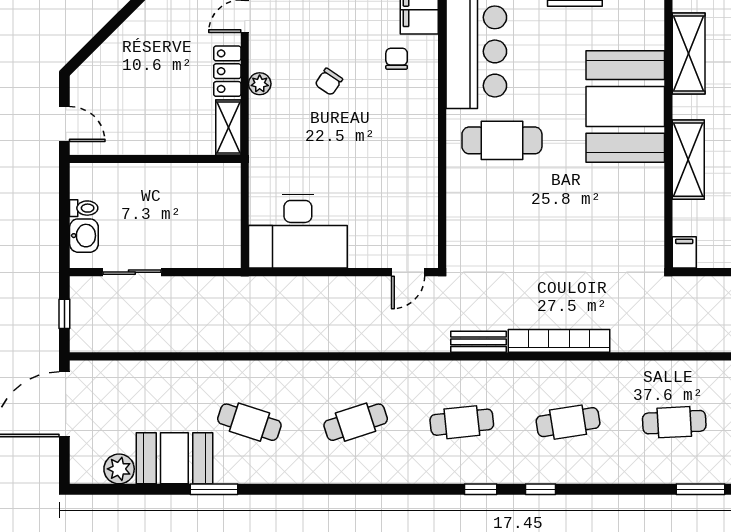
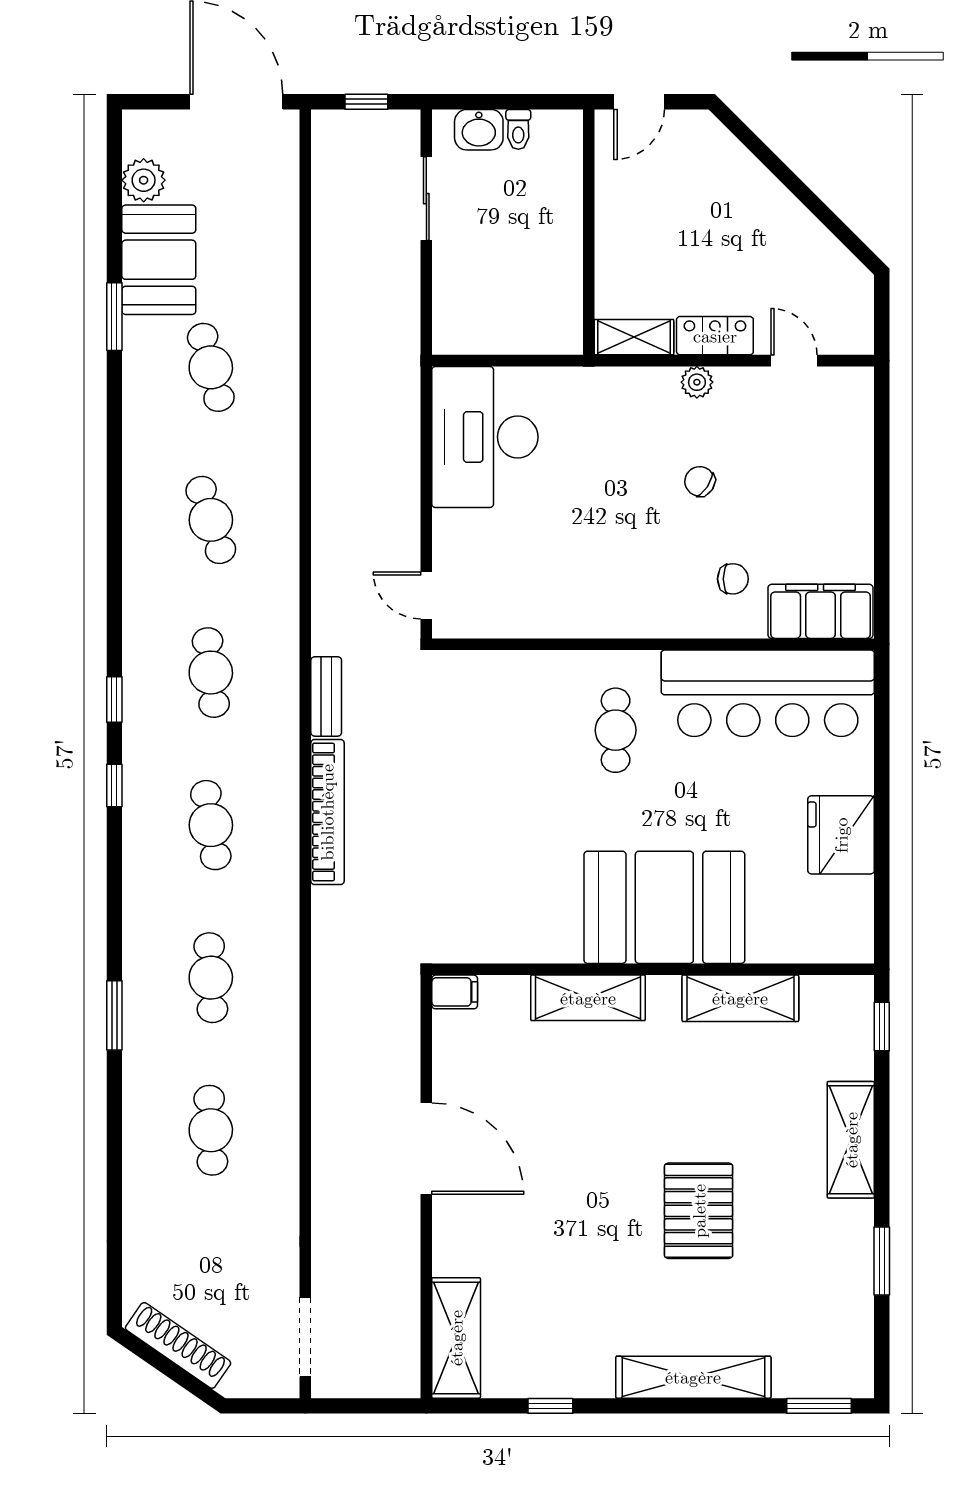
cafe table: (502, 140) -> (616, 730), width x0.73, depth x0.74
cafe table: (249, 422) -> (211, 367), turned -33

